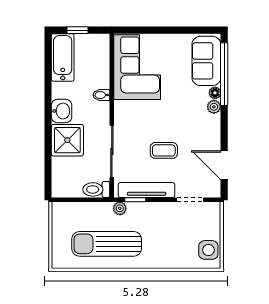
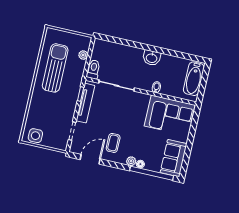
window: (78, 30) -> (204, 81), removed
bathtub: (63, 57) -> (194, 79), moved, turned 90
sofa: (206, 61) -> (174, 158), moved, turned -90
shower: (67, 140) -> (131, 57), removed
coffee table: (164, 150) -> (113, 143), moved
plant: (120, 208) -> (83, 55), moved

